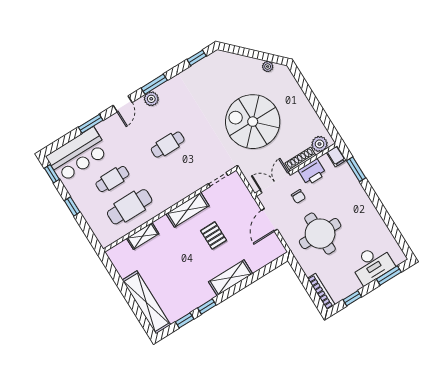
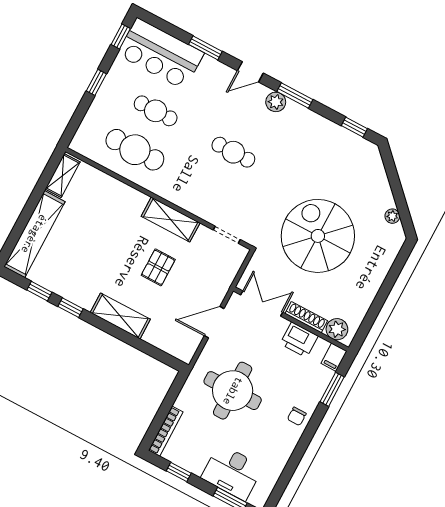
chair: (298, 196) -> (297, 416), moved
shelving: (143, 236) -> (63, 176), moved, turned 90

